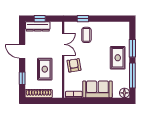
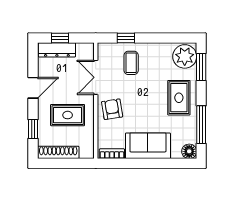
plant: (122, 31) -> (185, 56), added
double door: (63, 44) -> (96, 77), swing flipped
window: (132, 48) -> (201, 67), moved
door: (22, 51) -> (33, 88), swing flipped
rug: (45, 69) -> (68, 115), turned 90

